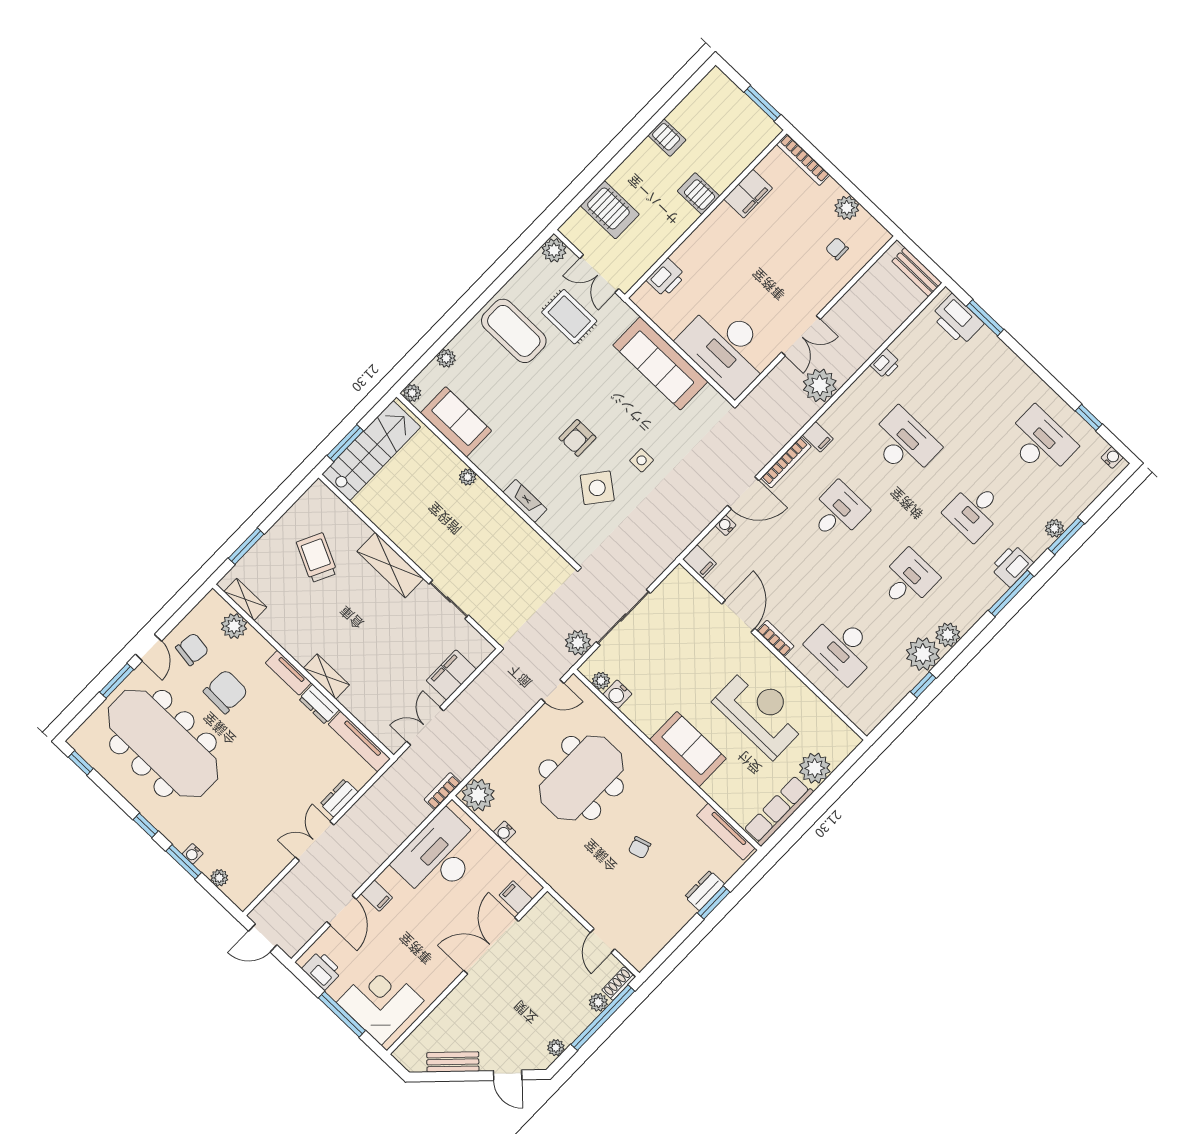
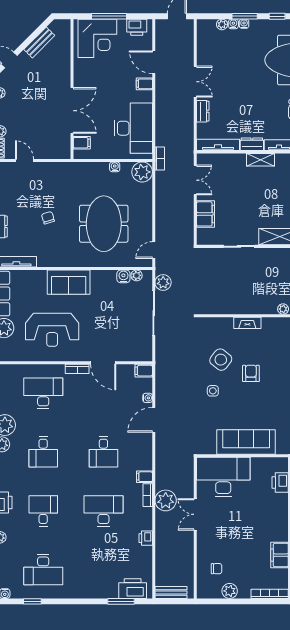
desk: (904, 443) -> (103, 511), turned 180
bookcase: (786, 462) -> (148, 495), moved, width x0.64
water cooler: (205, 866) -> (233, 24), added

